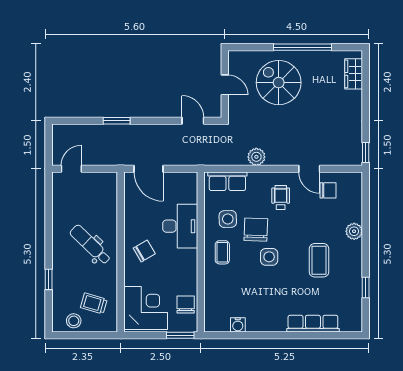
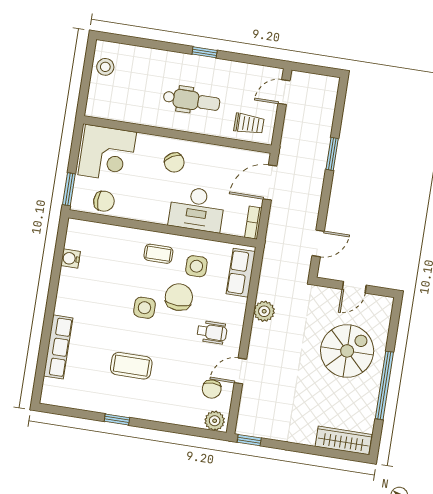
wardrobe: (354, 74) -> (343, 440), width x1.50
door: (71, 169) -> (284, 92), swing flipped
bookcase: (184, 177) -> (253, 223), added
chair: (256, 230) -> (179, 297), turned -92
plant: (354, 231) -> (215, 421), moved
dental chair: (90, 245) -> (192, 100), turned 46
window: (49, 279) -> (205, 52), moved
window: (366, 288) -> (117, 419), moved
trolley: (94, 303) -> (249, 124), moved, turned 74

